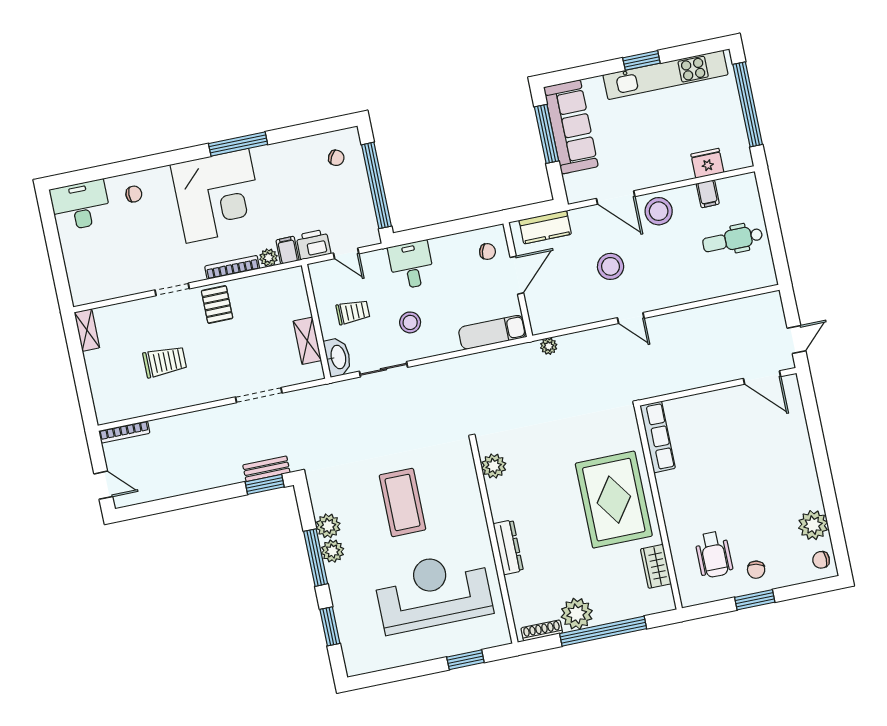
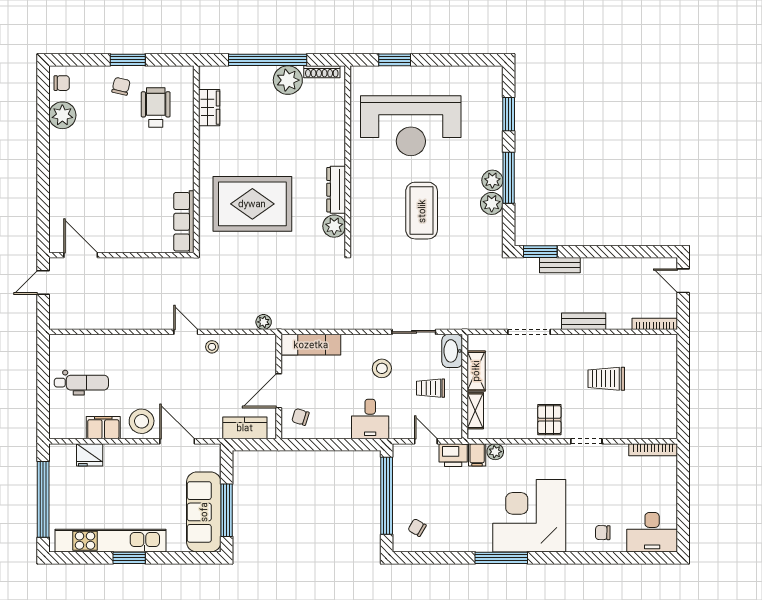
filing cabinet: (708, 194) -> (103, 428), width x2.00
stool: (611, 266) -> (212, 347), moved, width x0.53, depth x0.53
bookcase: (232, 267) -> (653, 450), moved
shelving: (87, 330) -> (475, 411), moved
bench: (202, 419) -> (584, 321), added
bench: (266, 469) -> (560, 265), moved
rug: (614, 500) -> (252, 204), moved, turned 90
dresser: (508, 547) -> (336, 190), moved

